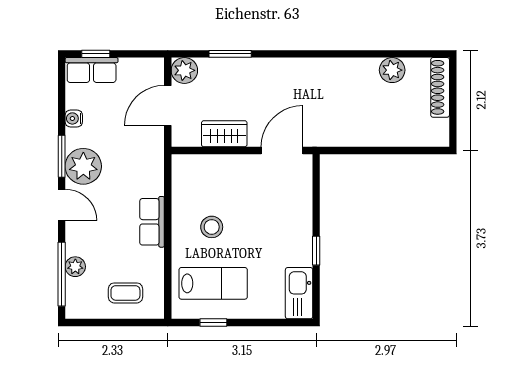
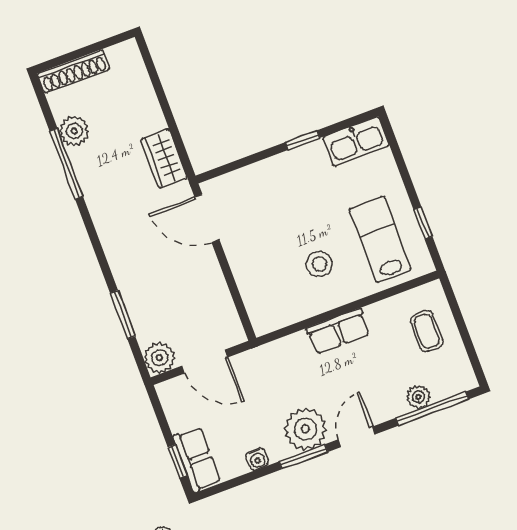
window: (368, 54) -> (66, 164), added
wardrobe: (224, 134) -> (164, 159), moved

